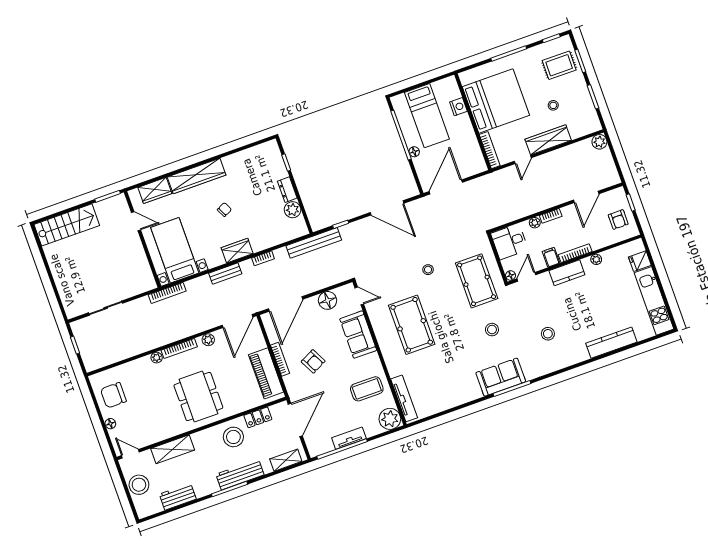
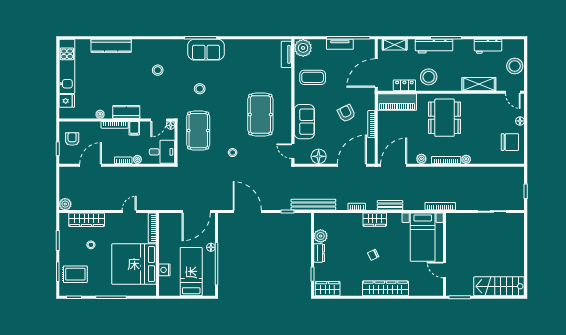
wardrobe: (548, 140) -> (87, 220), moved
wardrobe: (155, 190) -> (328, 289), moved
piano: (266, 373) -> (397, 102), moved, turned 90
tv unit: (404, 398) -> (286, 54), width x0.71

